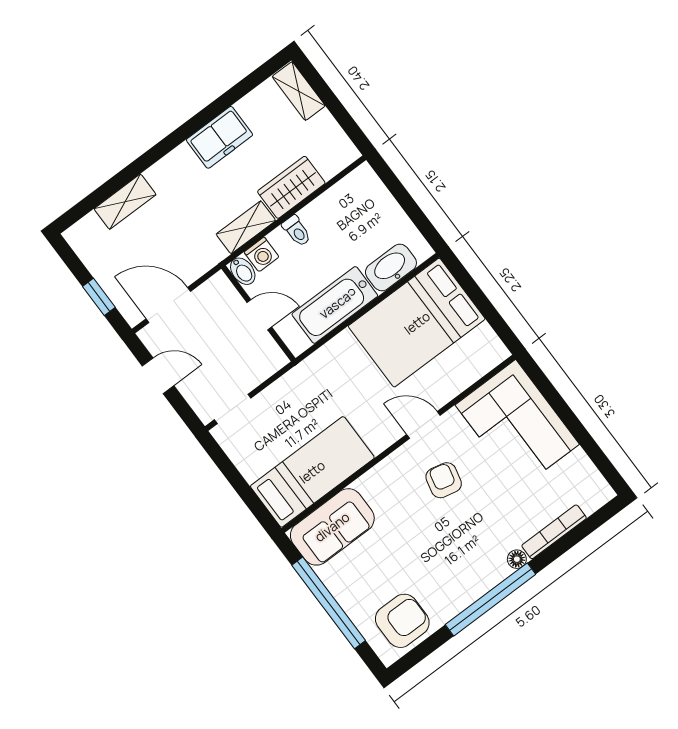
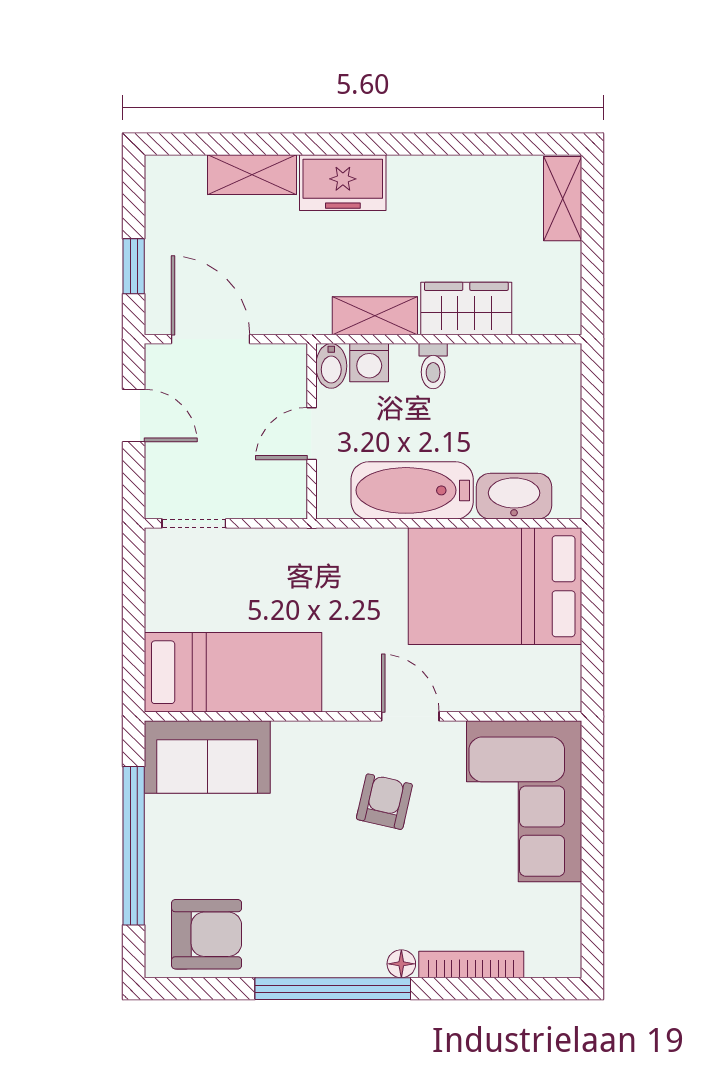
freezer: (219, 137) -> (343, 183), moved
door: (259, 315) -> (312, 434), swing flipped

